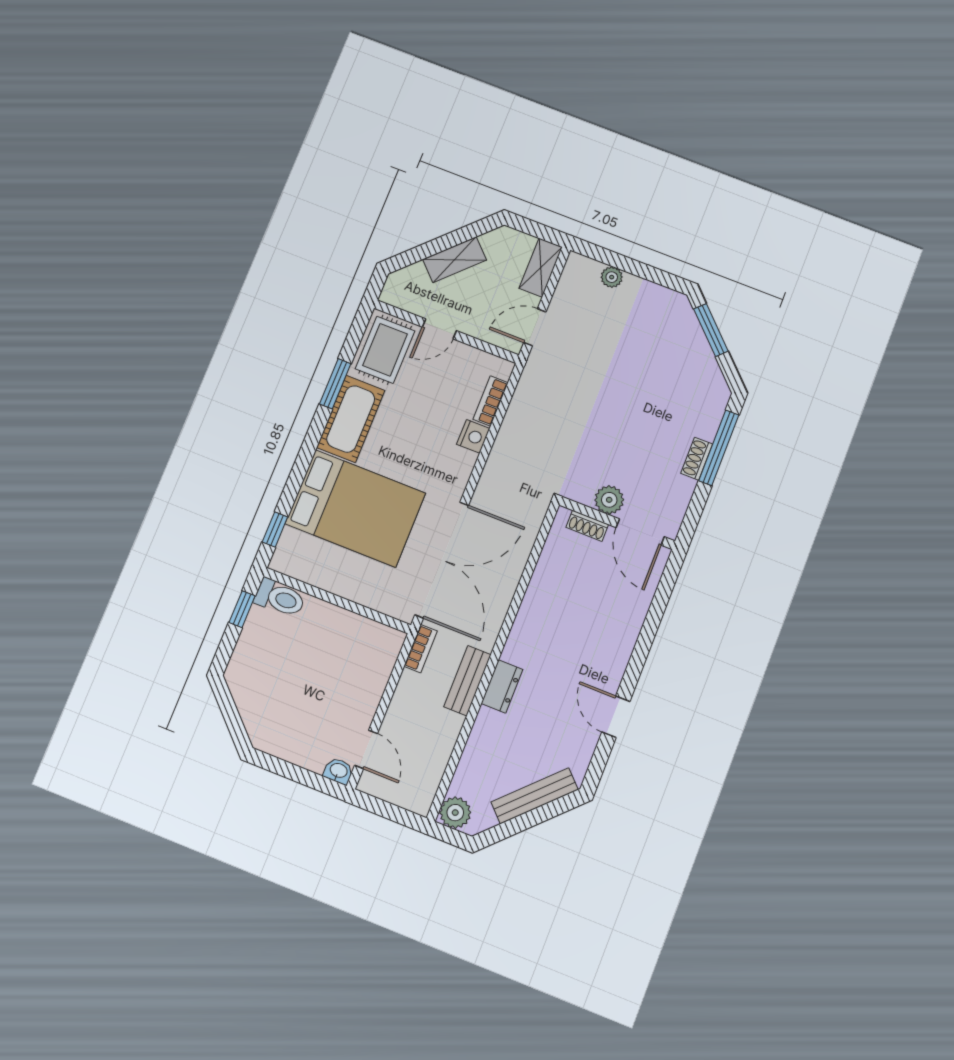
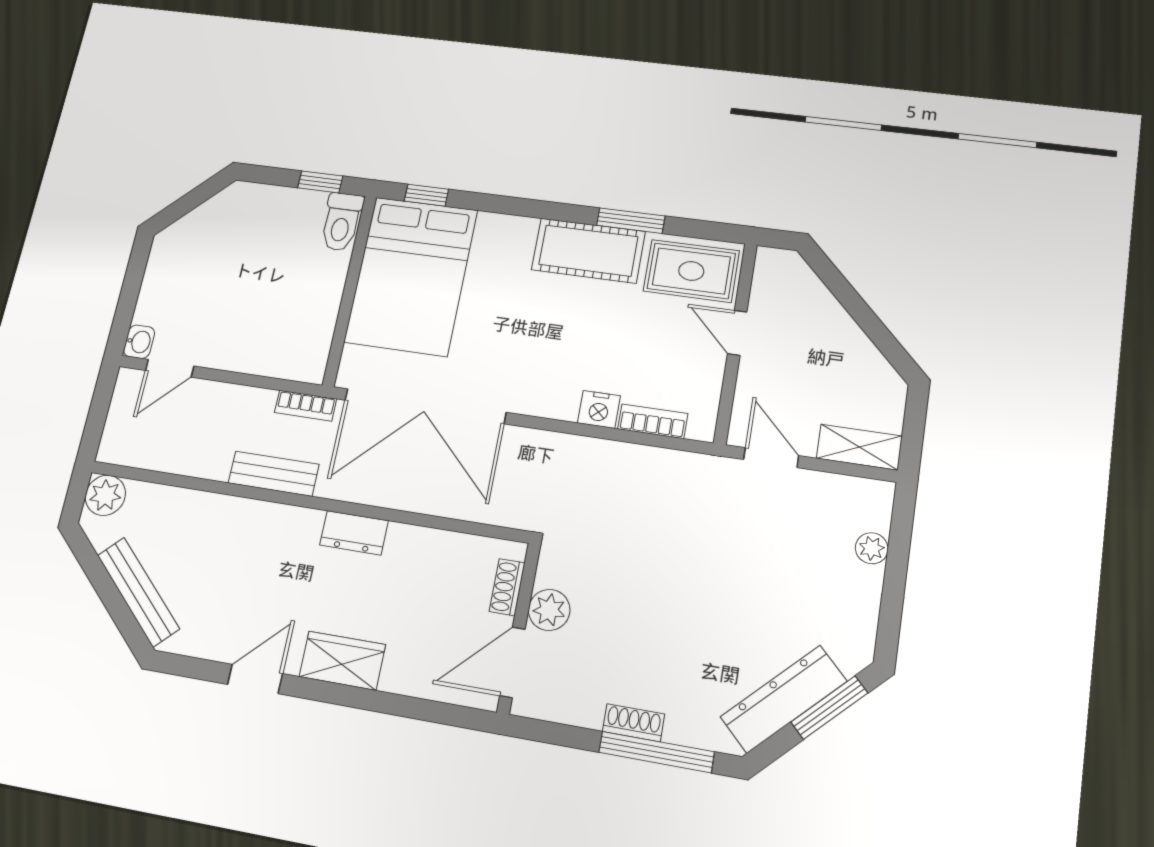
shelving: (455, 260) -> (840, 330), removed
dresser: (700, 358) -> (784, 699), added
bed: (355, 508) -> (411, 276), moved
wardrobe: (615, 651) -> (342, 661), added
dresser: (502, 686) -> (354, 533), moved

